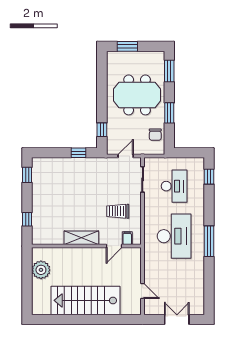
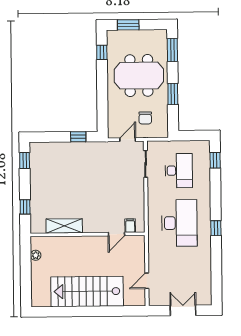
window: (102, 130) -> (102, 52), moved
chair: (155, 135) -> (145, 118), moved
trolley: (118, 211) -> (120, 198), removed
shelving: (81, 238) -> (64, 226), moved
window: (209, 241) -> (216, 228), width x0.46
plant: (41, 270) -> (36, 255), width x0.53, depth x0.53
door: (143, 291) -> (147, 281), swing flipped

